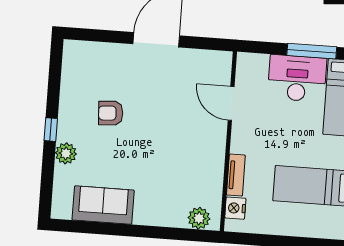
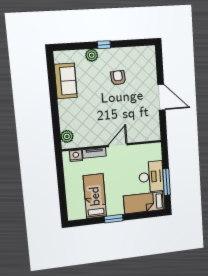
door: (231, 103) -> (118, 145), moved

